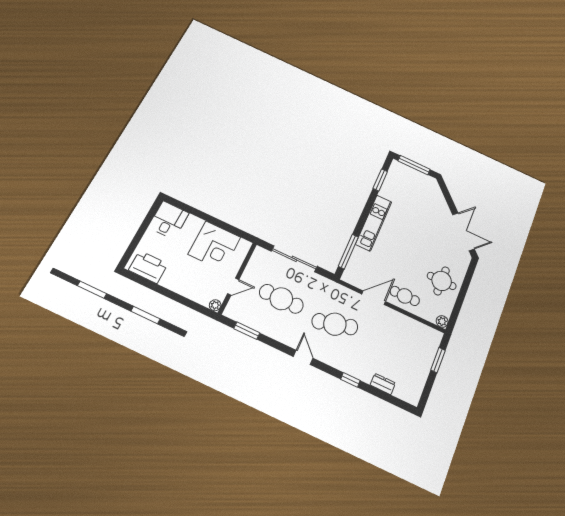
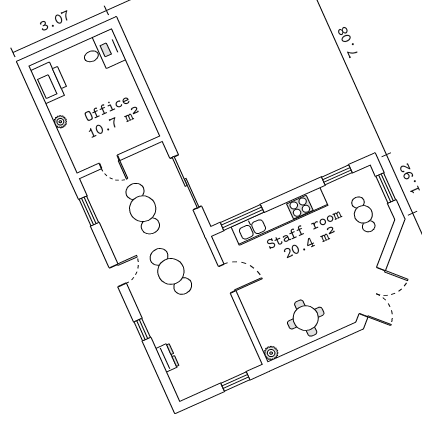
window: (414, 165) -> (386, 188), width x0.69
kitchen unit: (374, 223) -> (279, 216), width x1.36
corner desk: (214, 246) -> (123, 110), removed
cafe table: (405, 296) -> (363, 214), moved
plant: (215, 305) -> (60, 122), moved

